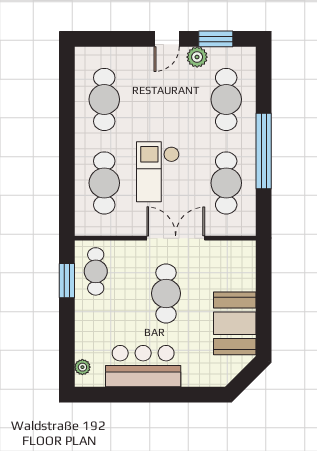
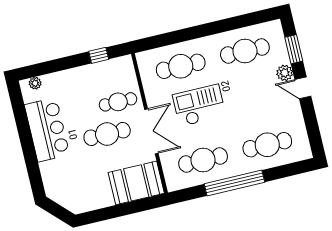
window: (216, 39) -> (294, 49), moved
plant: (197, 57) -> (285, 73), moved
cafe table: (96, 271) -> (118, 102), moved
window: (67, 281) -> (99, 55), width x0.67
booth: (235, 323) -> (136, 183), moved

